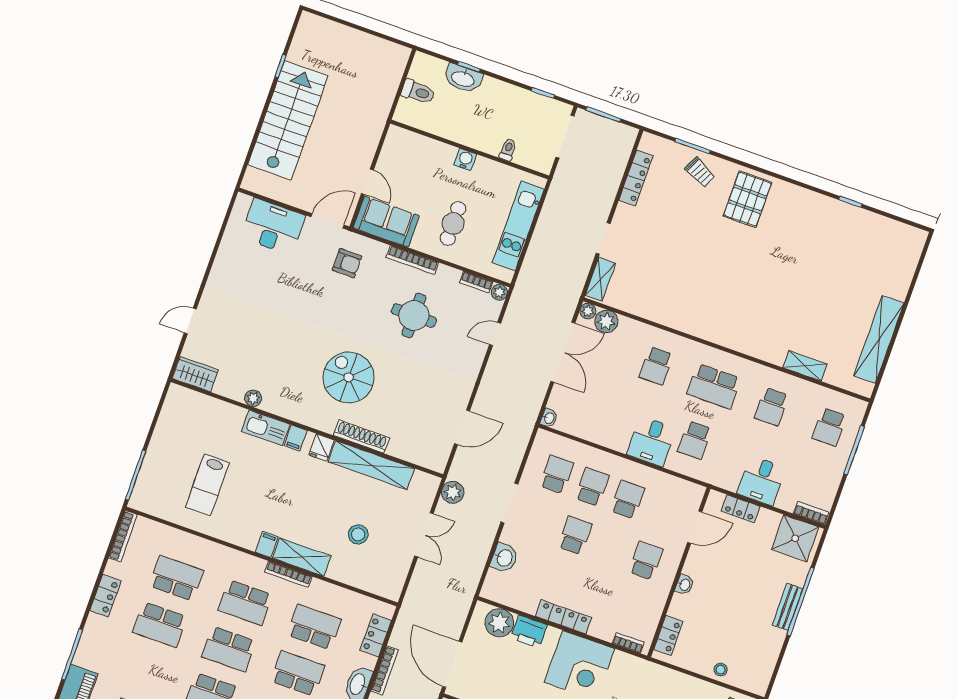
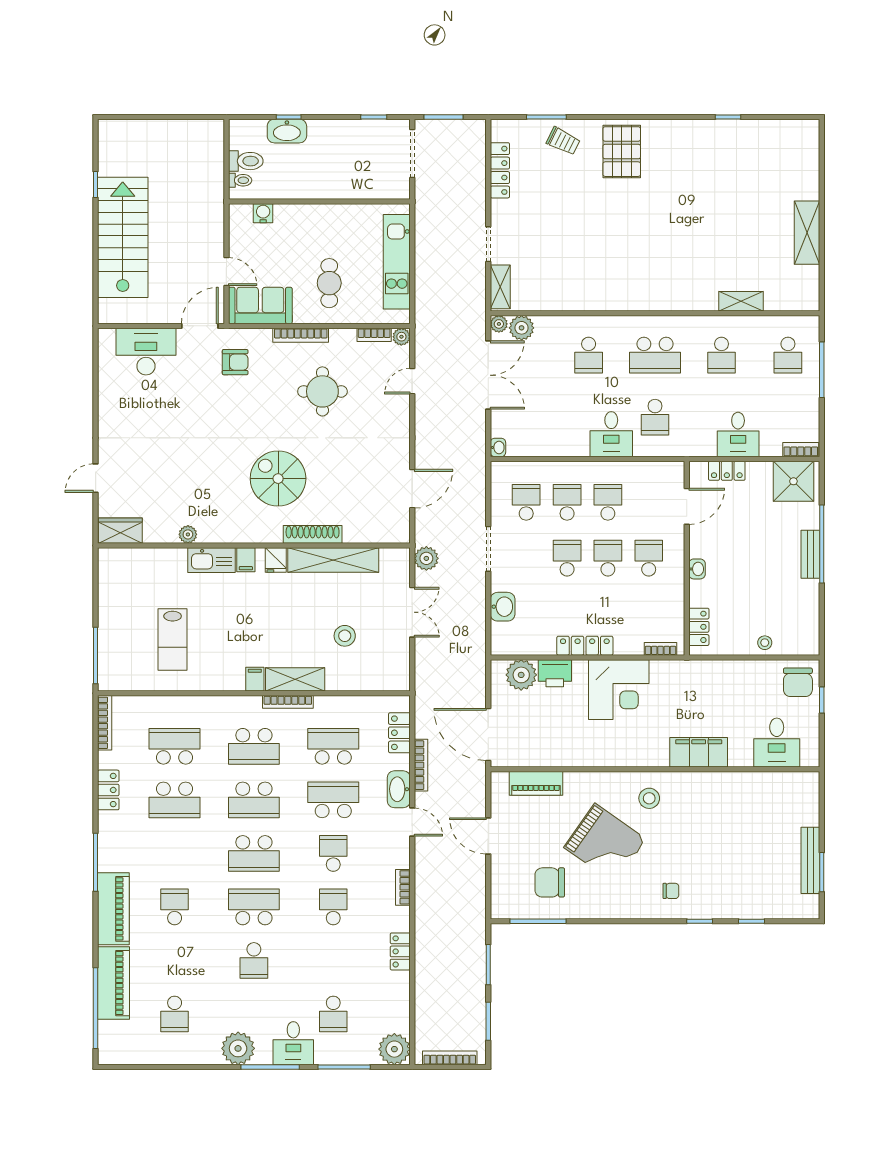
toilet: (508, 150) -> (240, 180), moved, turned 90
water cooler: (465, 159) -> (263, 213), moved
shelving: (879, 339) -> (807, 233), width x0.68
school desk: (610, 548) -> (608, 558), added

